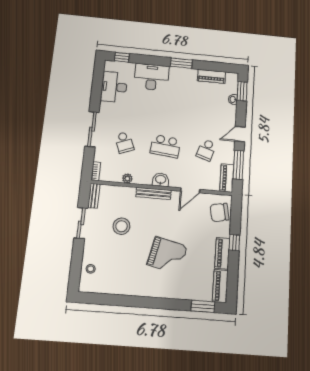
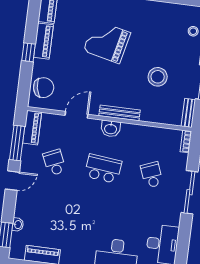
school desk: (206, 150) -> (55, 163), turned -42
plant: (127, 178) -> (149, 132), removed

